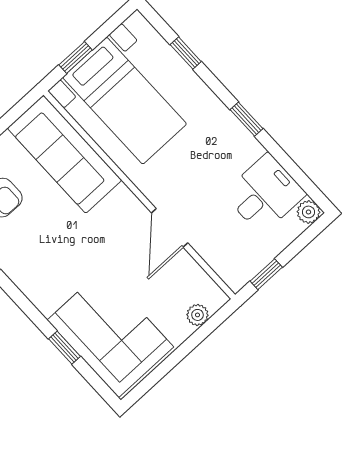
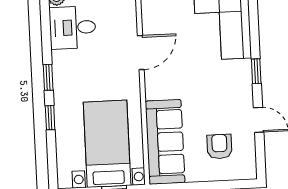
window: (186, 53) -> (50, 118), moved
window: (64, 348) -> (256, 71), moved

